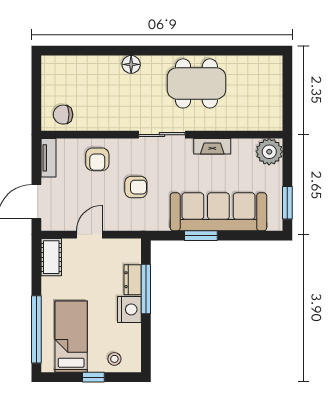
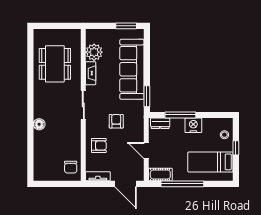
dining table: (196, 83) -> (55, 64), moved
plant: (269, 152) -> (94, 52), moved
window: (201, 236) -> (147, 96), moved
dresser: (133, 280) -> (160, 123), moved
window: (36, 329) -> (182, 184), moved

